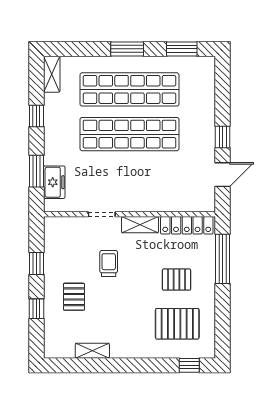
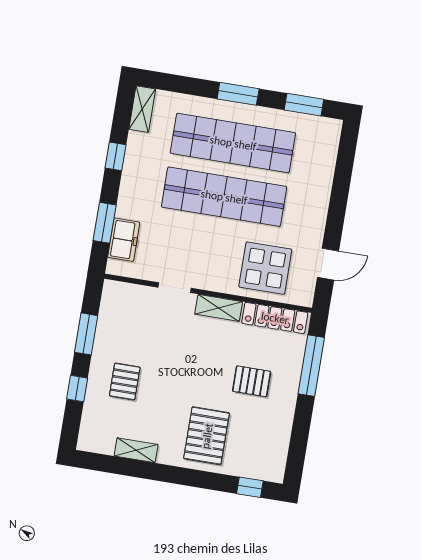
window: (223, 137) -> (335, 219), removed
display table: (172, 186) -> (265, 268), added
window: (36, 263) -> (86, 334), width x1.50
trolley: (109, 264) -> (173, 348), removed
pallet: (177, 324) -> (207, 436), moved, turned 90

